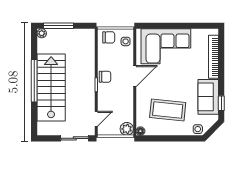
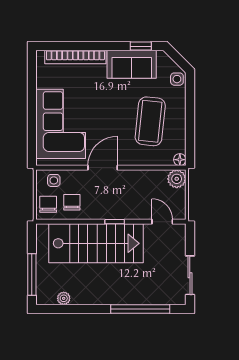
plant: (42, 33) -> (64, 298), moved
door: (135, 76) -> (103, 168), hinge flipped
chair: (105, 77) -> (72, 202), moved
window: (34, 81) -> (140, 309), moved
stairs: (51, 88) -> (96, 243), moved, turned 180
sliding door: (75, 138) -> (190, 275), moved

